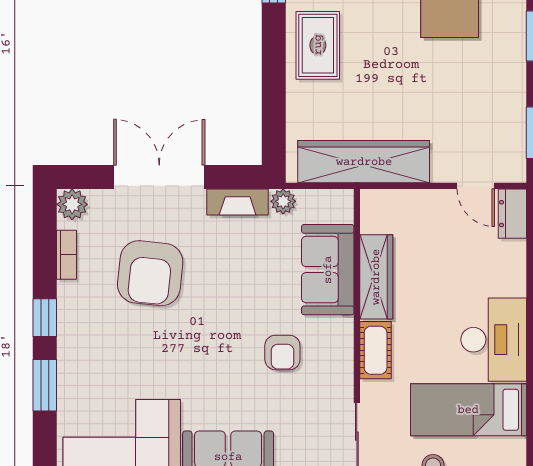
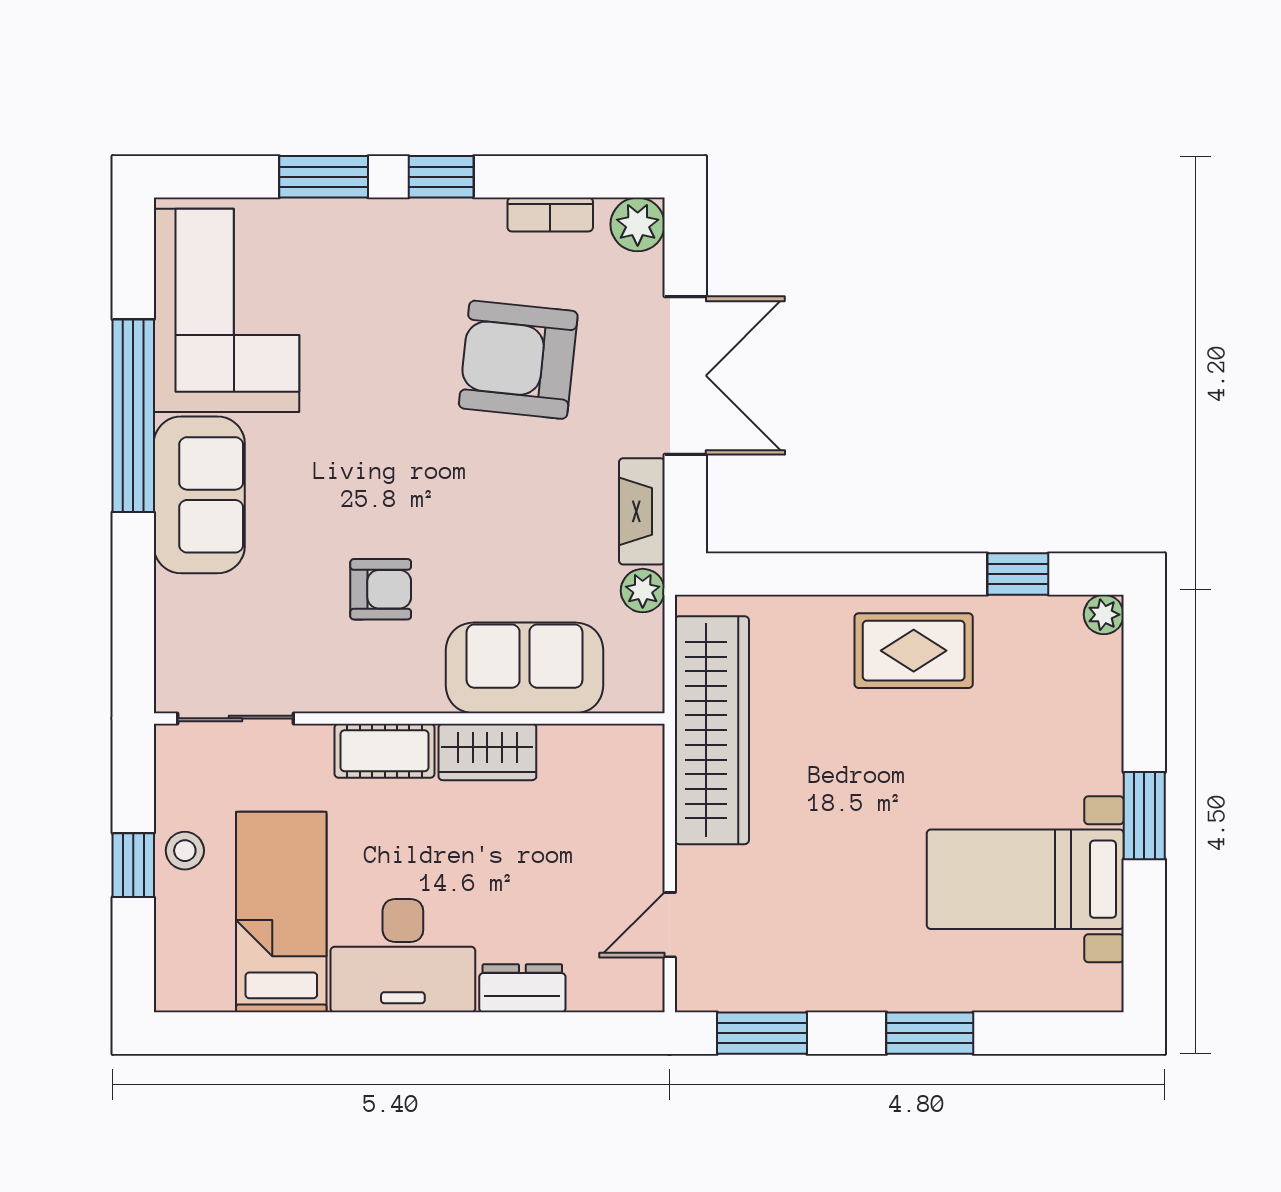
dresser: (512, 214) -> (522, 988), moved
wardrobe: (376, 277) -> (487, 752), width x0.67
armchair: (282, 352) -> (381, 589), turned 180

